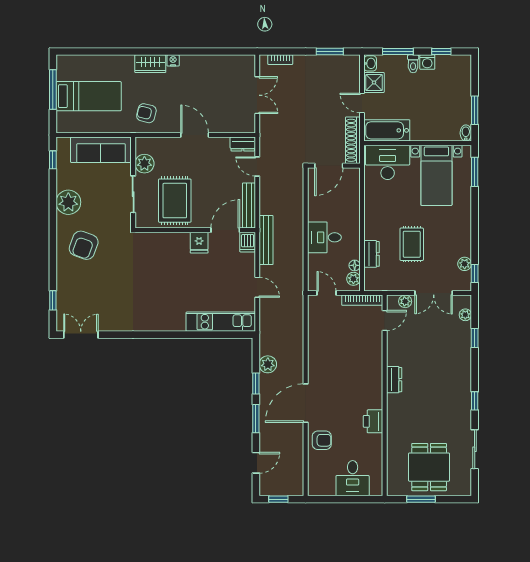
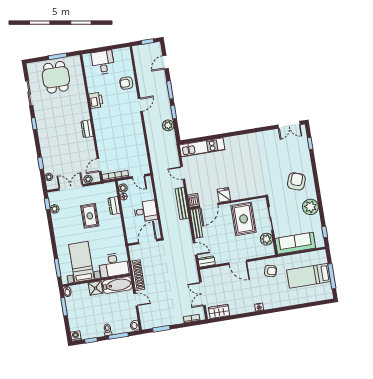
washing machine: (427, 62) -> (76, 336), moved
wardrobe: (150, 64) -> (219, 311), moved
shower: (374, 82) -> (96, 288), moved
door: (329, 166) -> (148, 242), moved
wall: (334, 166) -> (145, 242), moved
door: (306, 403) -> (140, 105), width x0.53

